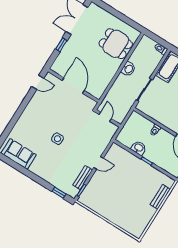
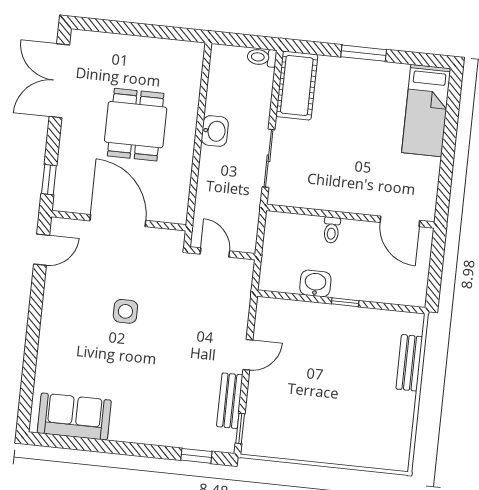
dining table: (116, 44) -> (136, 125), moved, turned 90
window: (61, 45) -> (49, 180), moved
side table: (57, 139) -> (125, 311), moved

